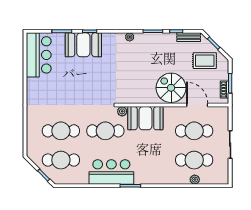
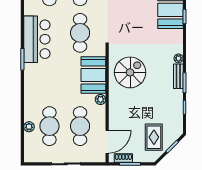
bench: (189, 37) -> (178, 76), moved
spiral stairs: (171, 88) -> (130, 72), moved
door: (197, 105) -> (107, 142), moved
plant: (122, 111) -> (101, 99), moved

